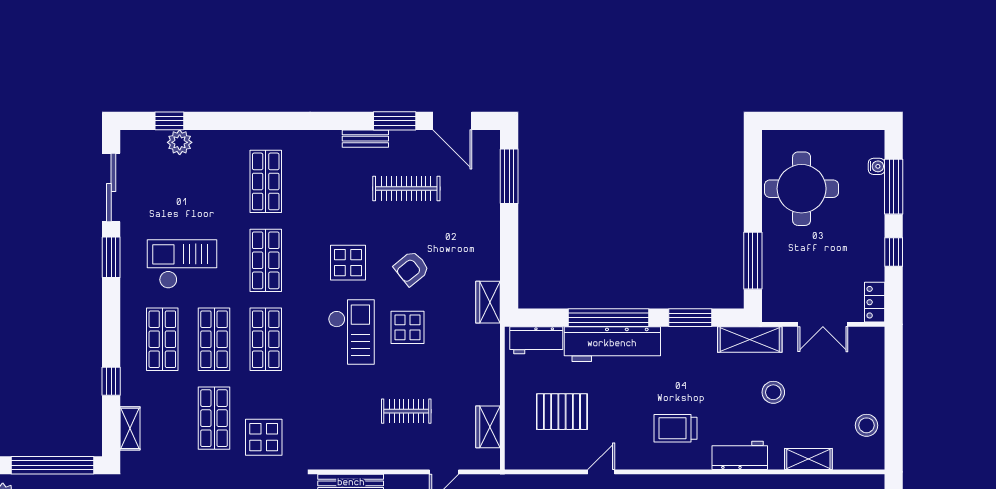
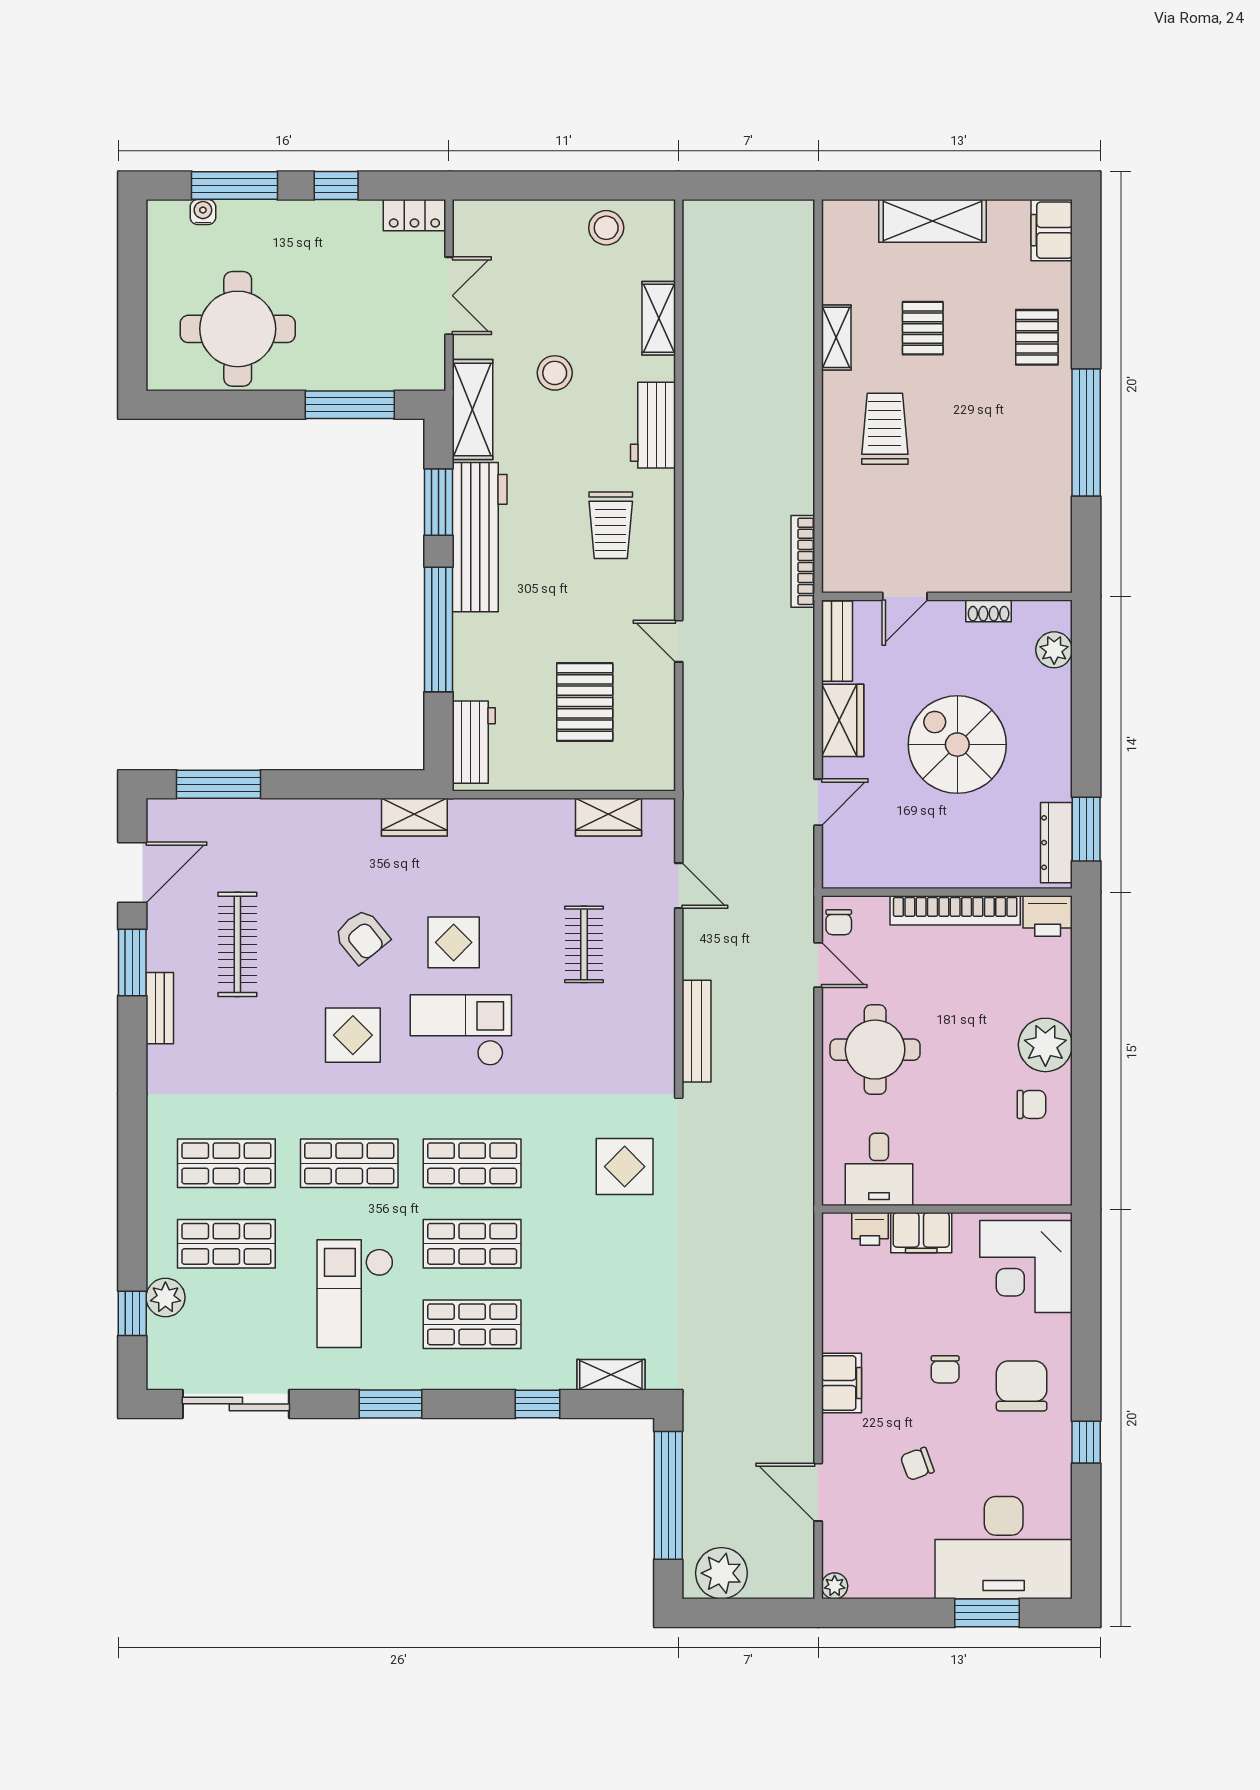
window: (111, 257) -> (390, 1404), moved
workbench: (612, 344) -> (480, 537), moved
shop shelf: (214, 418) -> (226, 1244), moved

